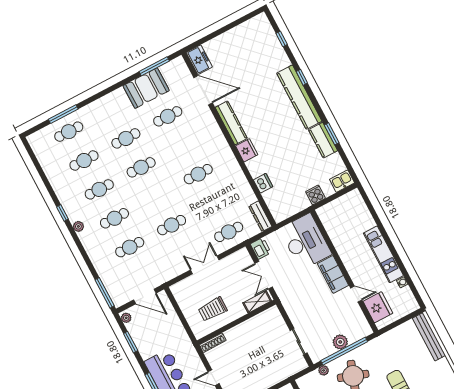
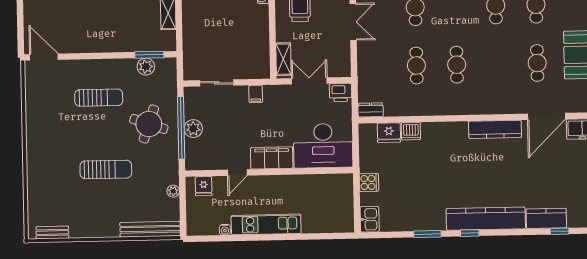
window: (302, 77) -> (470, 233), moved
kitchen counter: (323, 140) -> (546, 218), moved
fridge: (247, 150) -> (389, 133), moved
dresser: (260, 216) -> (371, 110), width x0.70
cafe table: (229, 232) -> (416, 66), moved
fridge: (378, 307) -> (204, 186), width x0.53, depth x0.75
filing cabinet: (293, 309) -> (256, 94), added
plant: (324, 370) -> (173, 191), moved

